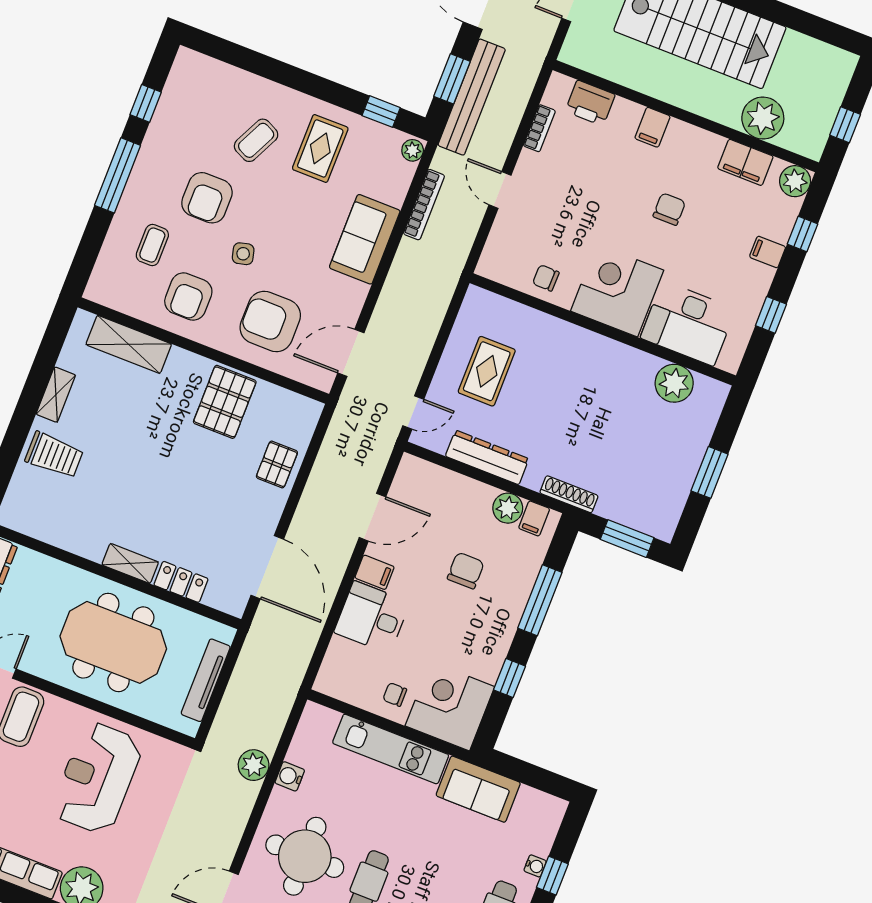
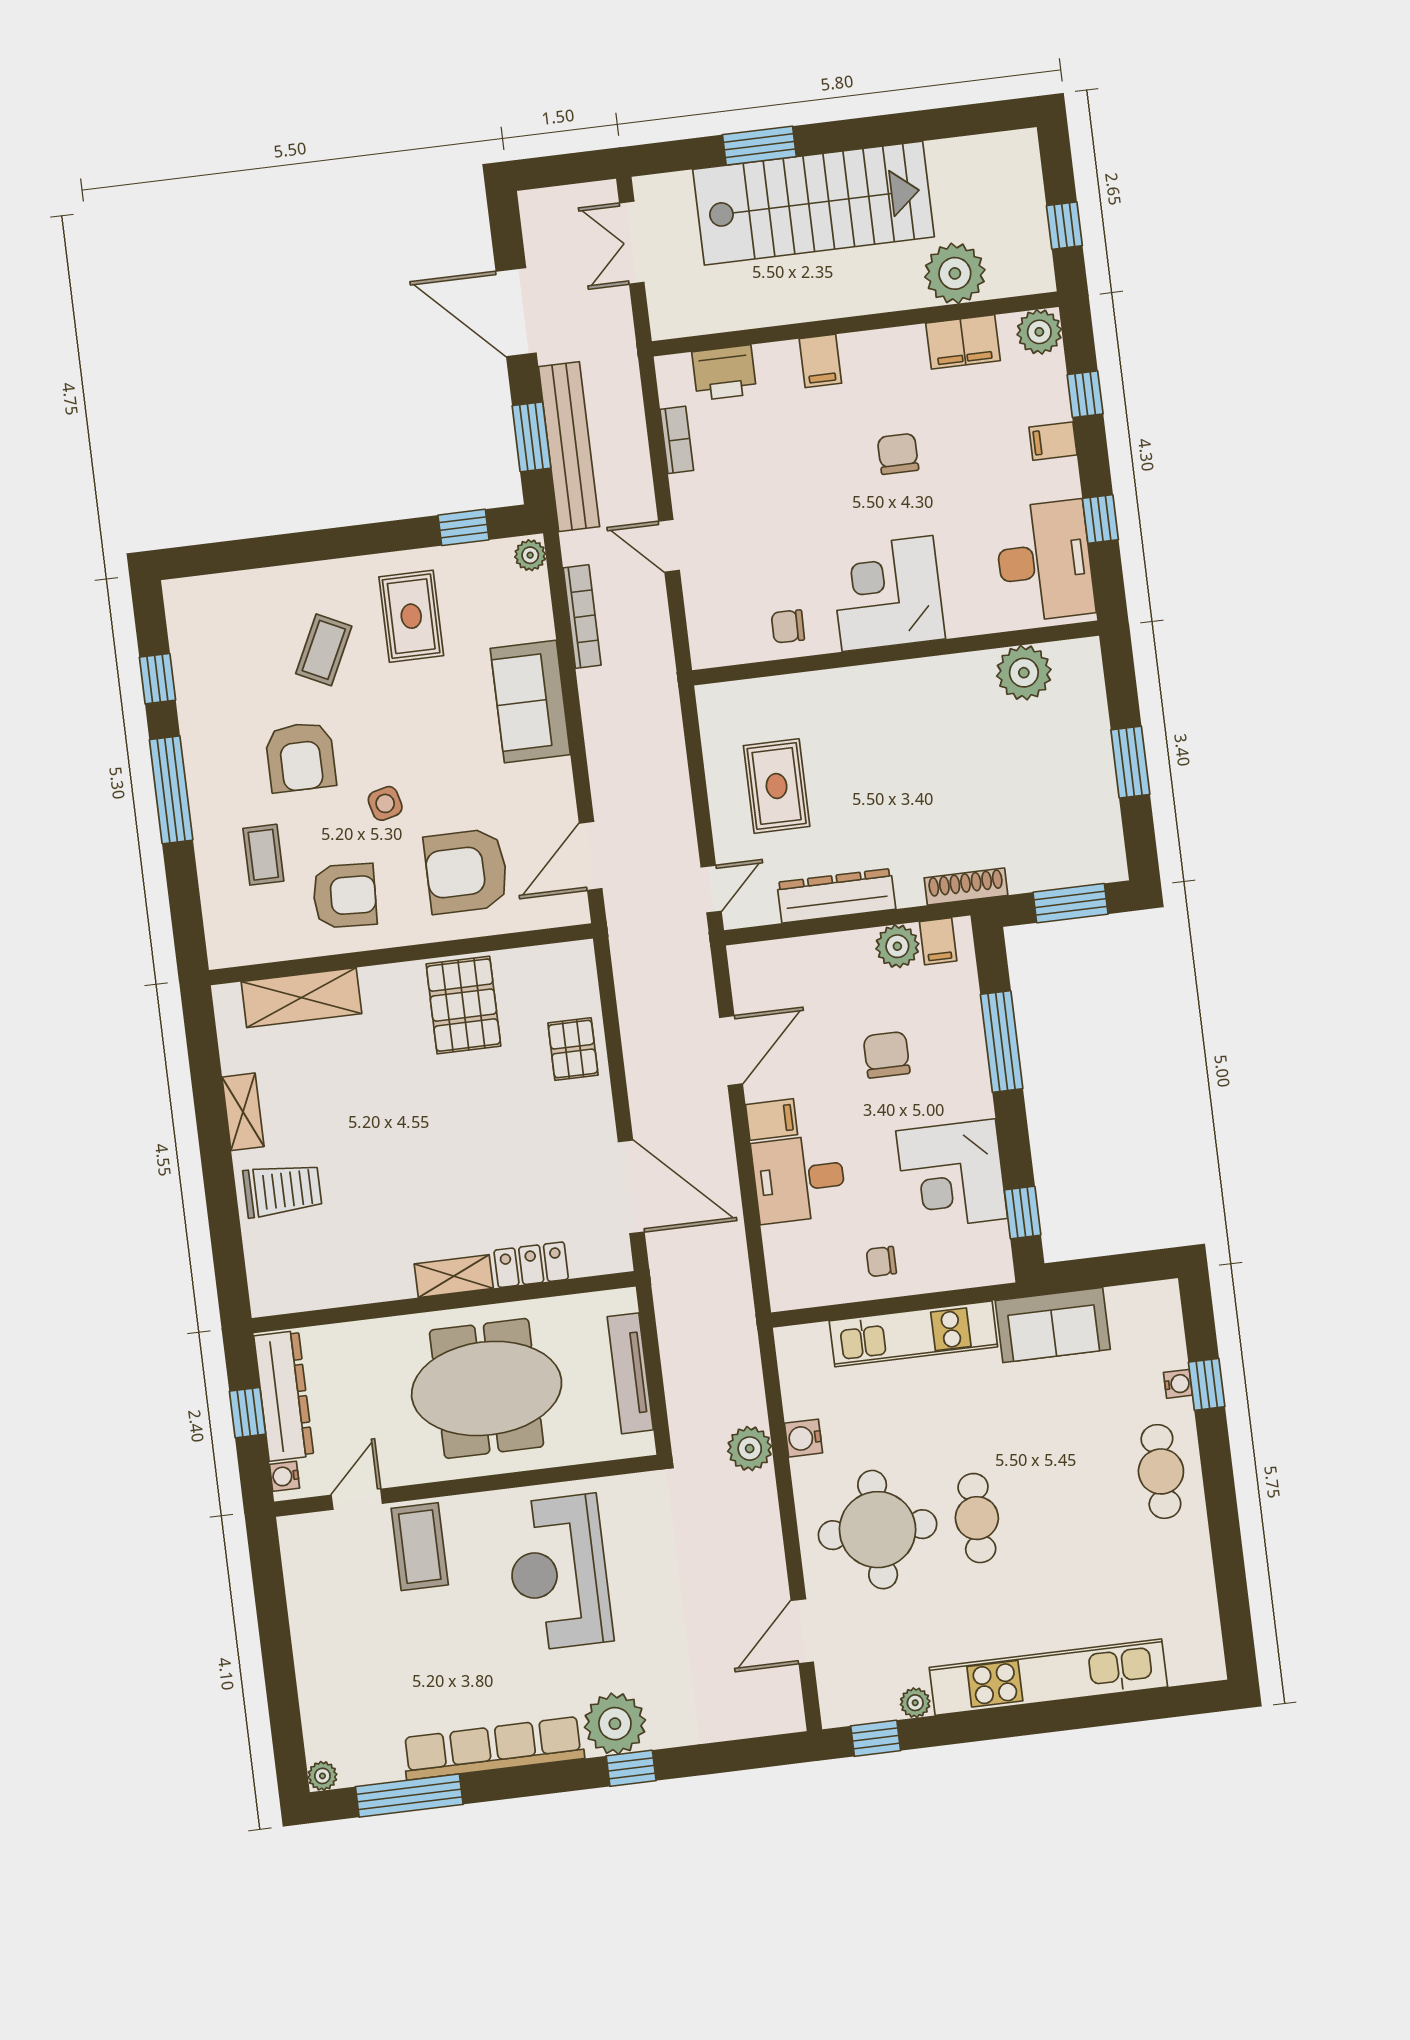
armchair: (188, 297) -> (345, 896), turned -87
desk: (688, 323) -> (1044, 561), moved, turned -90
window: (510, 678) -> (1023, 1213), moved
corner desk: (450, 706) -> (952, 1175), moved, turned -90

